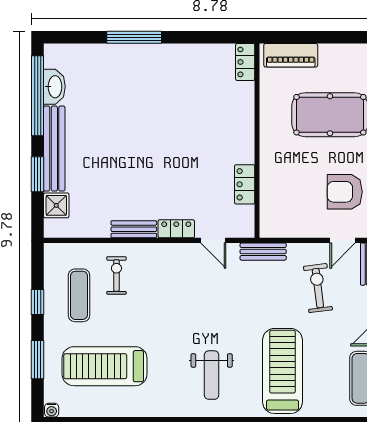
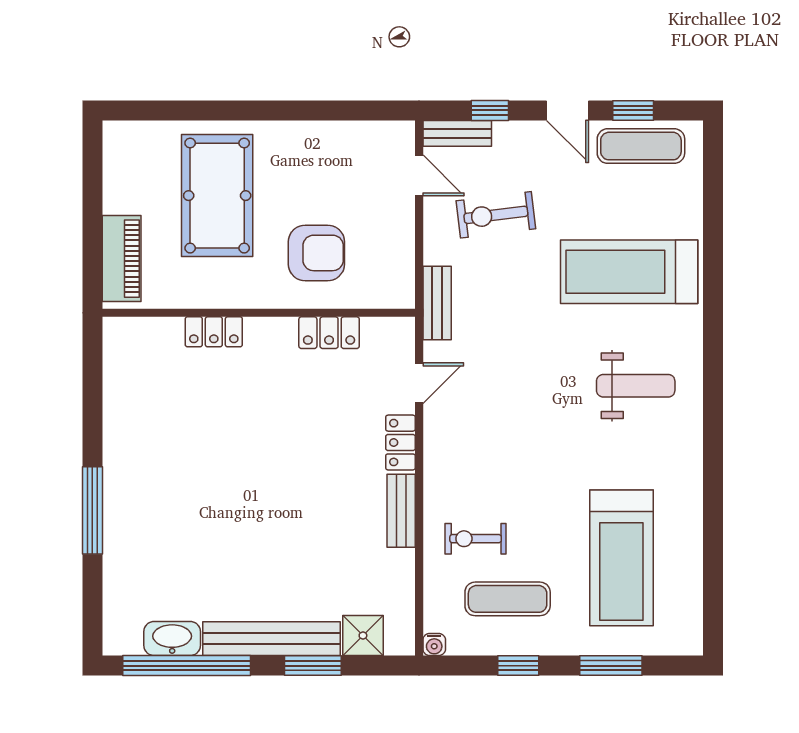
locker: (245, 62) -> (214, 332), moved
armchair: (345, 192) -> (316, 253), moved, turned -90
water cooler: (52, 410) -> (434, 645), moved, turned 90

